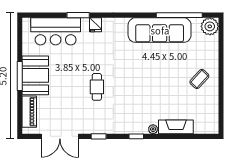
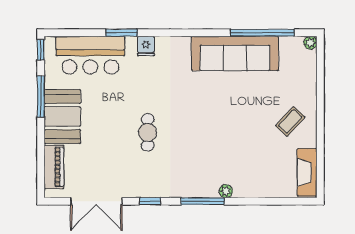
plant: (210, 26) -> (310, 43), width x0.53, depth x0.53
window: (20, 27) -> (41, 50), added
window: (20, 76) -> (41, 97), moved
fireplace: (176, 127) -> (307, 172), moved, turned -90
window: (136, 136) -> (203, 201), width x2.17

